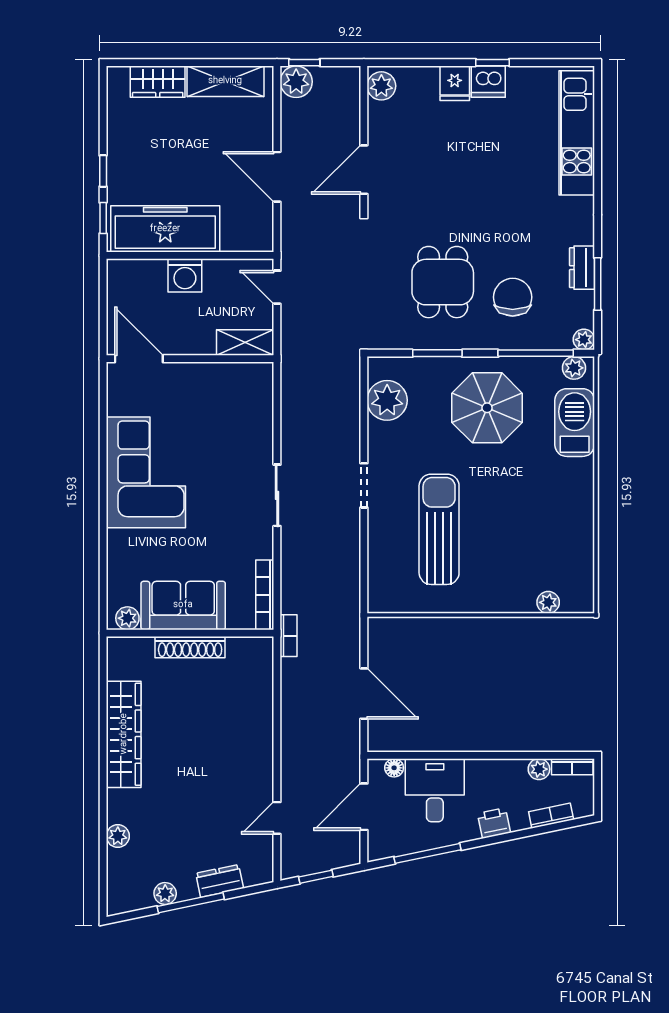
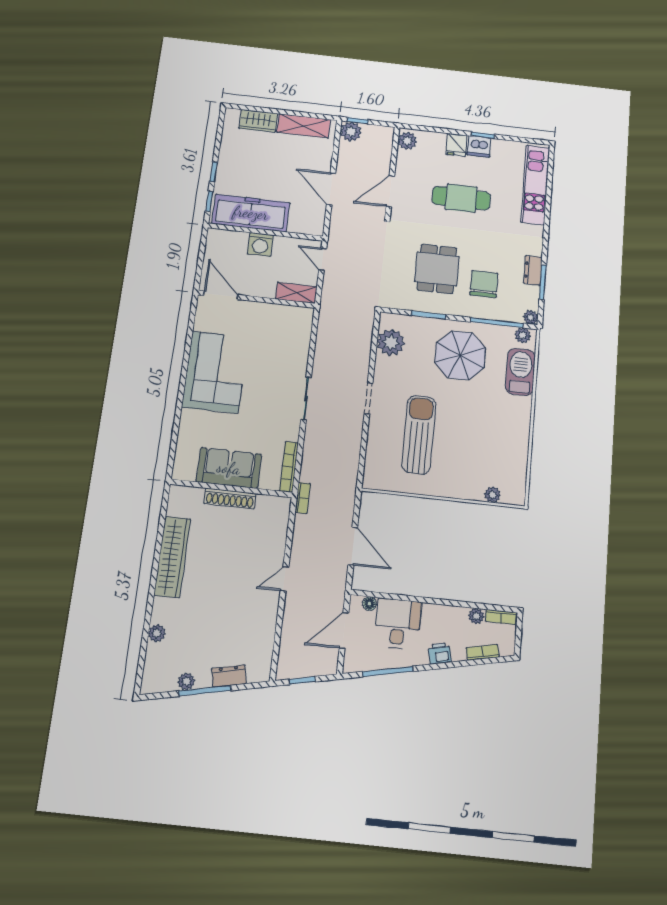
cafe table: (469, 168) -> (461, 198), added
plant: (127, 618) -> (187, 473), removed
door: (277, 818) -> (284, 579), moved

